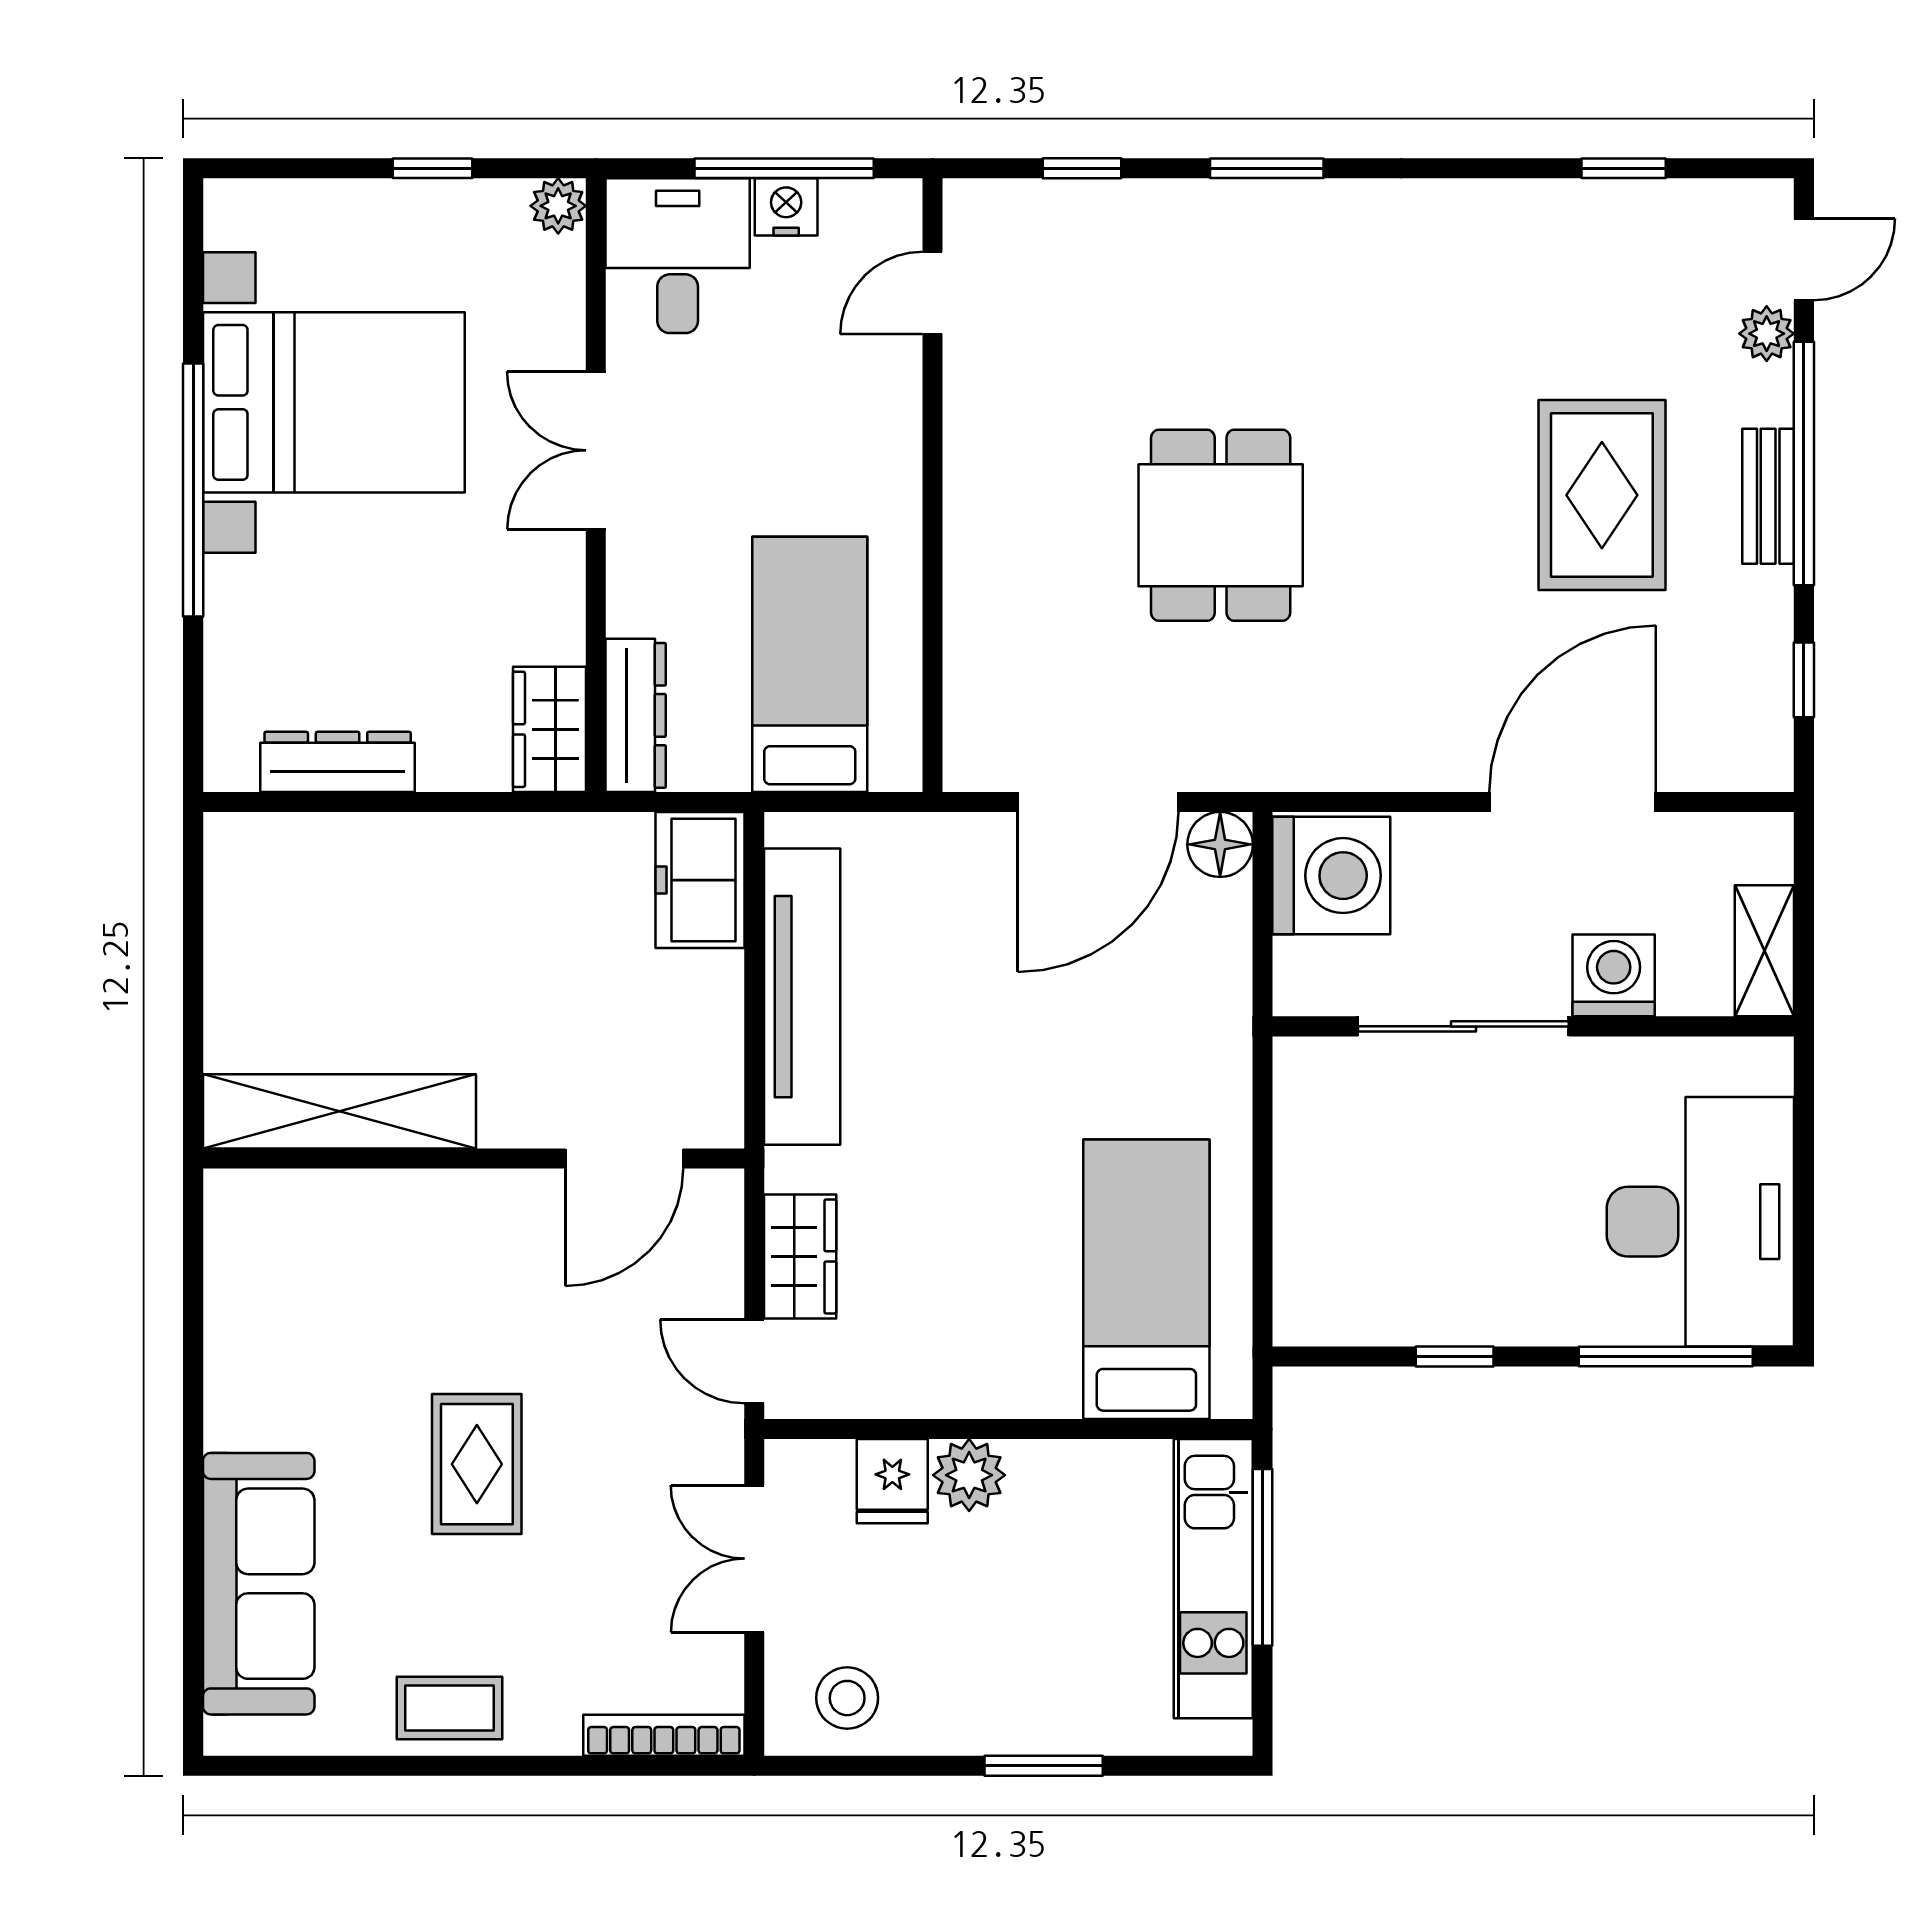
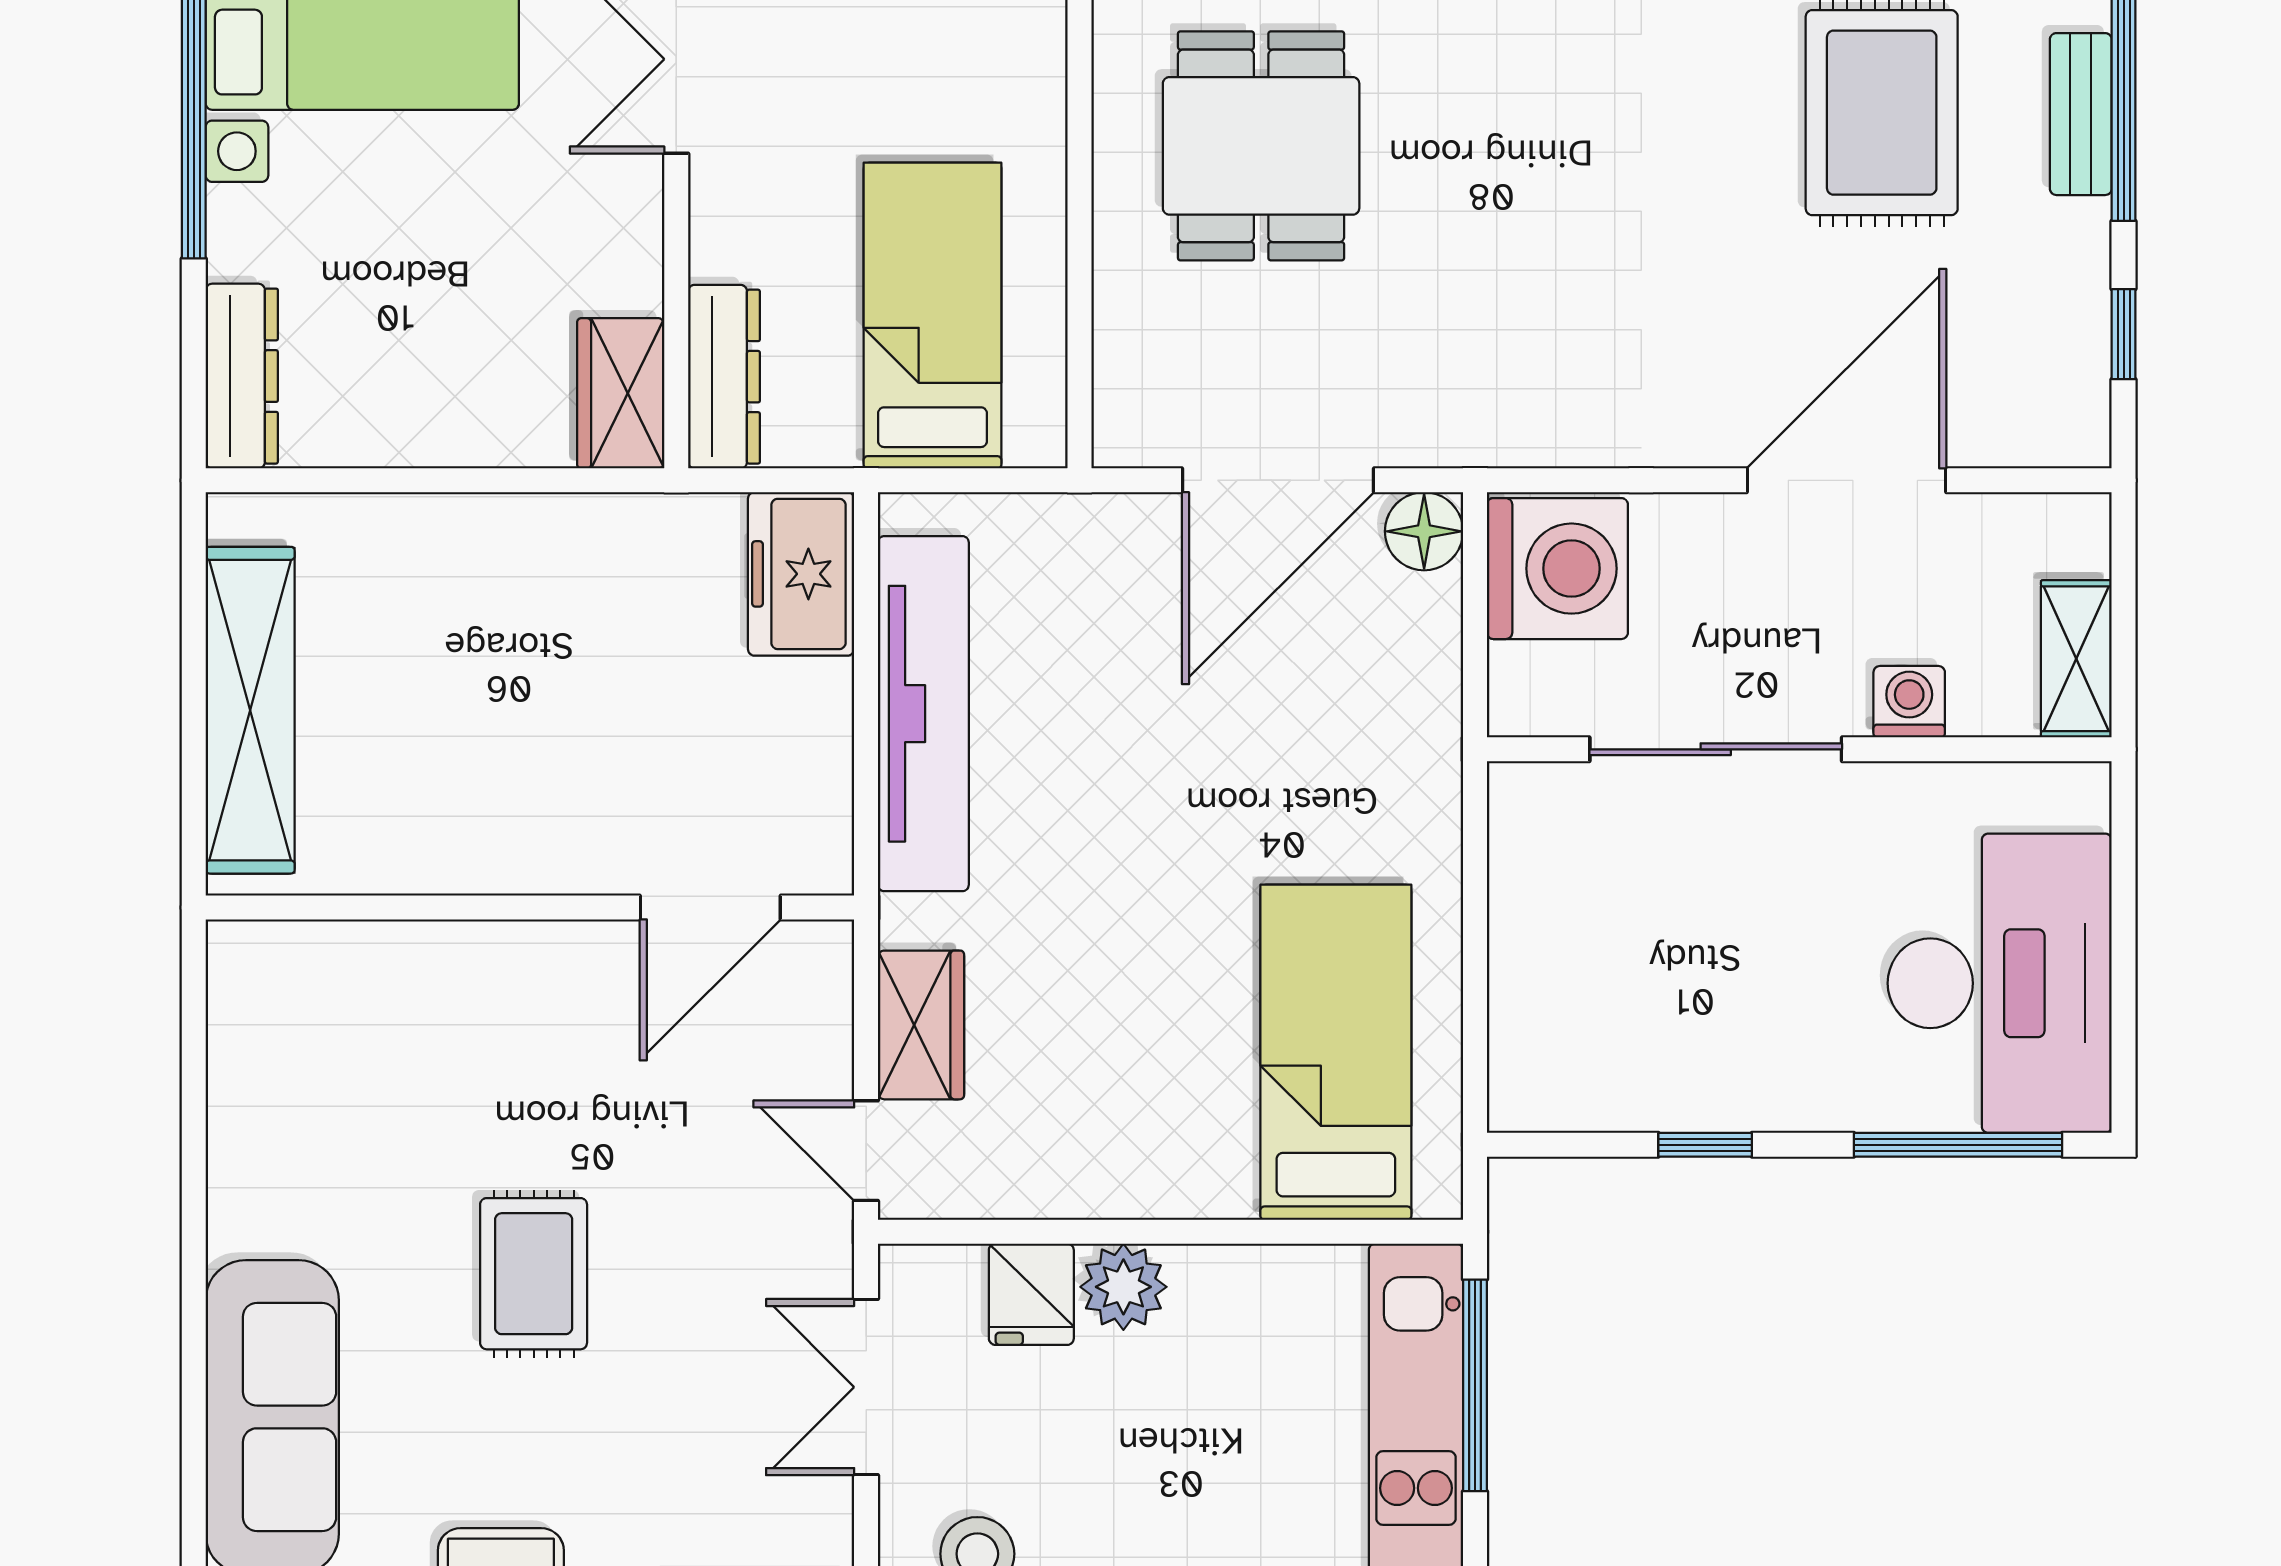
dining table: (1221, 525) -> (1261, 146), moved
dresser: (338, 762) -> (242, 376), moved, turned 90
washing machine: (1614, 975) -> (1909, 702), width x0.73, depth x0.73
shelving: (339, 1111) -> (250, 710), moved, turned 90

